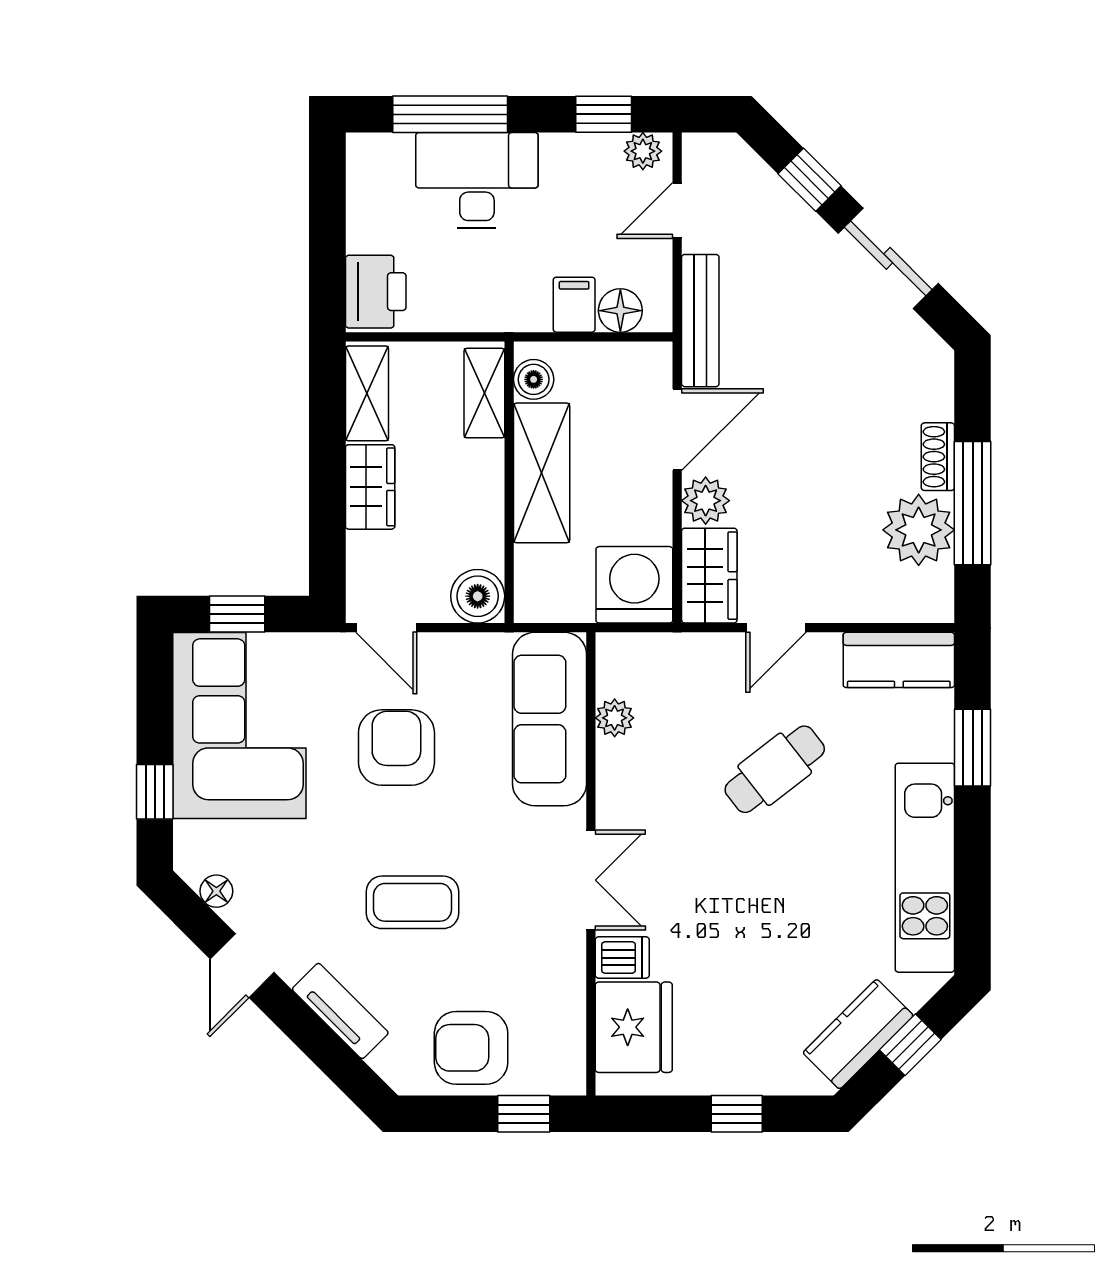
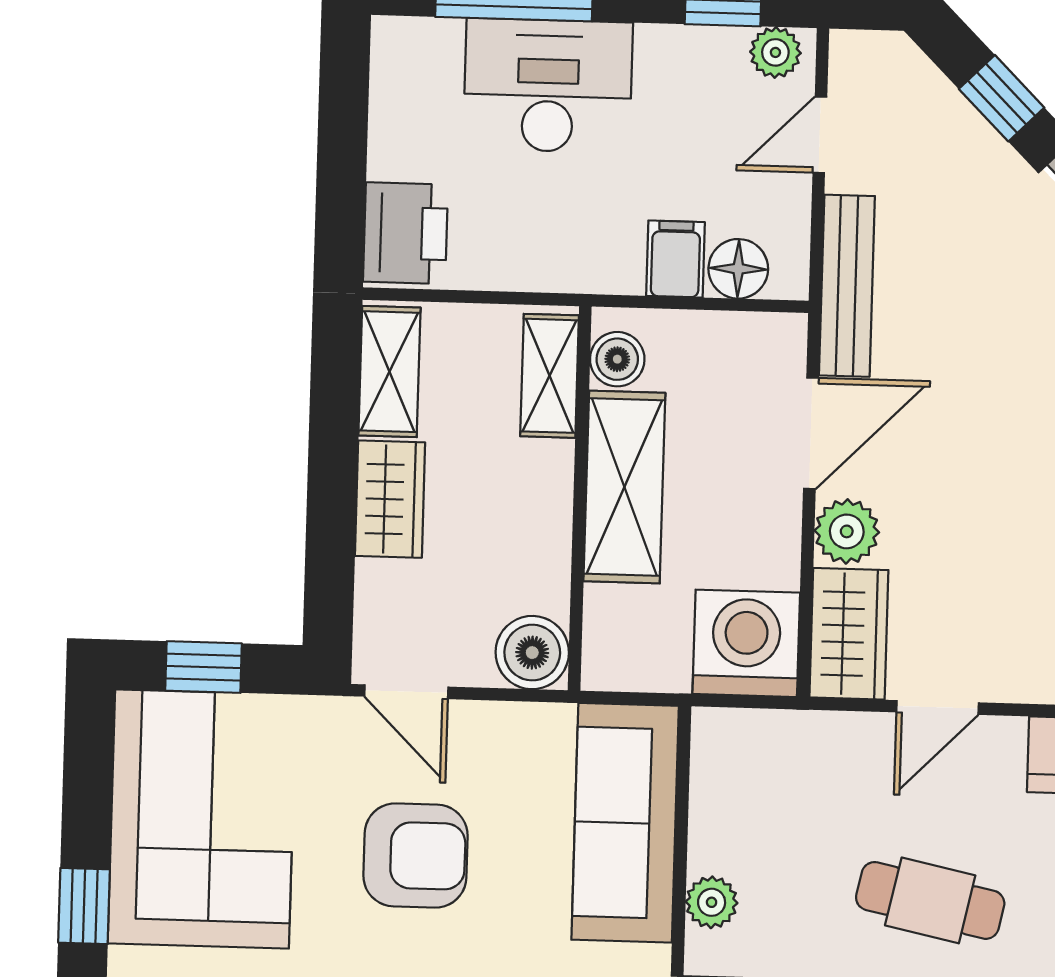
plant: (615, 718) -> (712, 902), moved
armchair: (396, 748) -> (415, 856), turned 90
cafe table: (775, 769) -> (930, 900), turned 50

